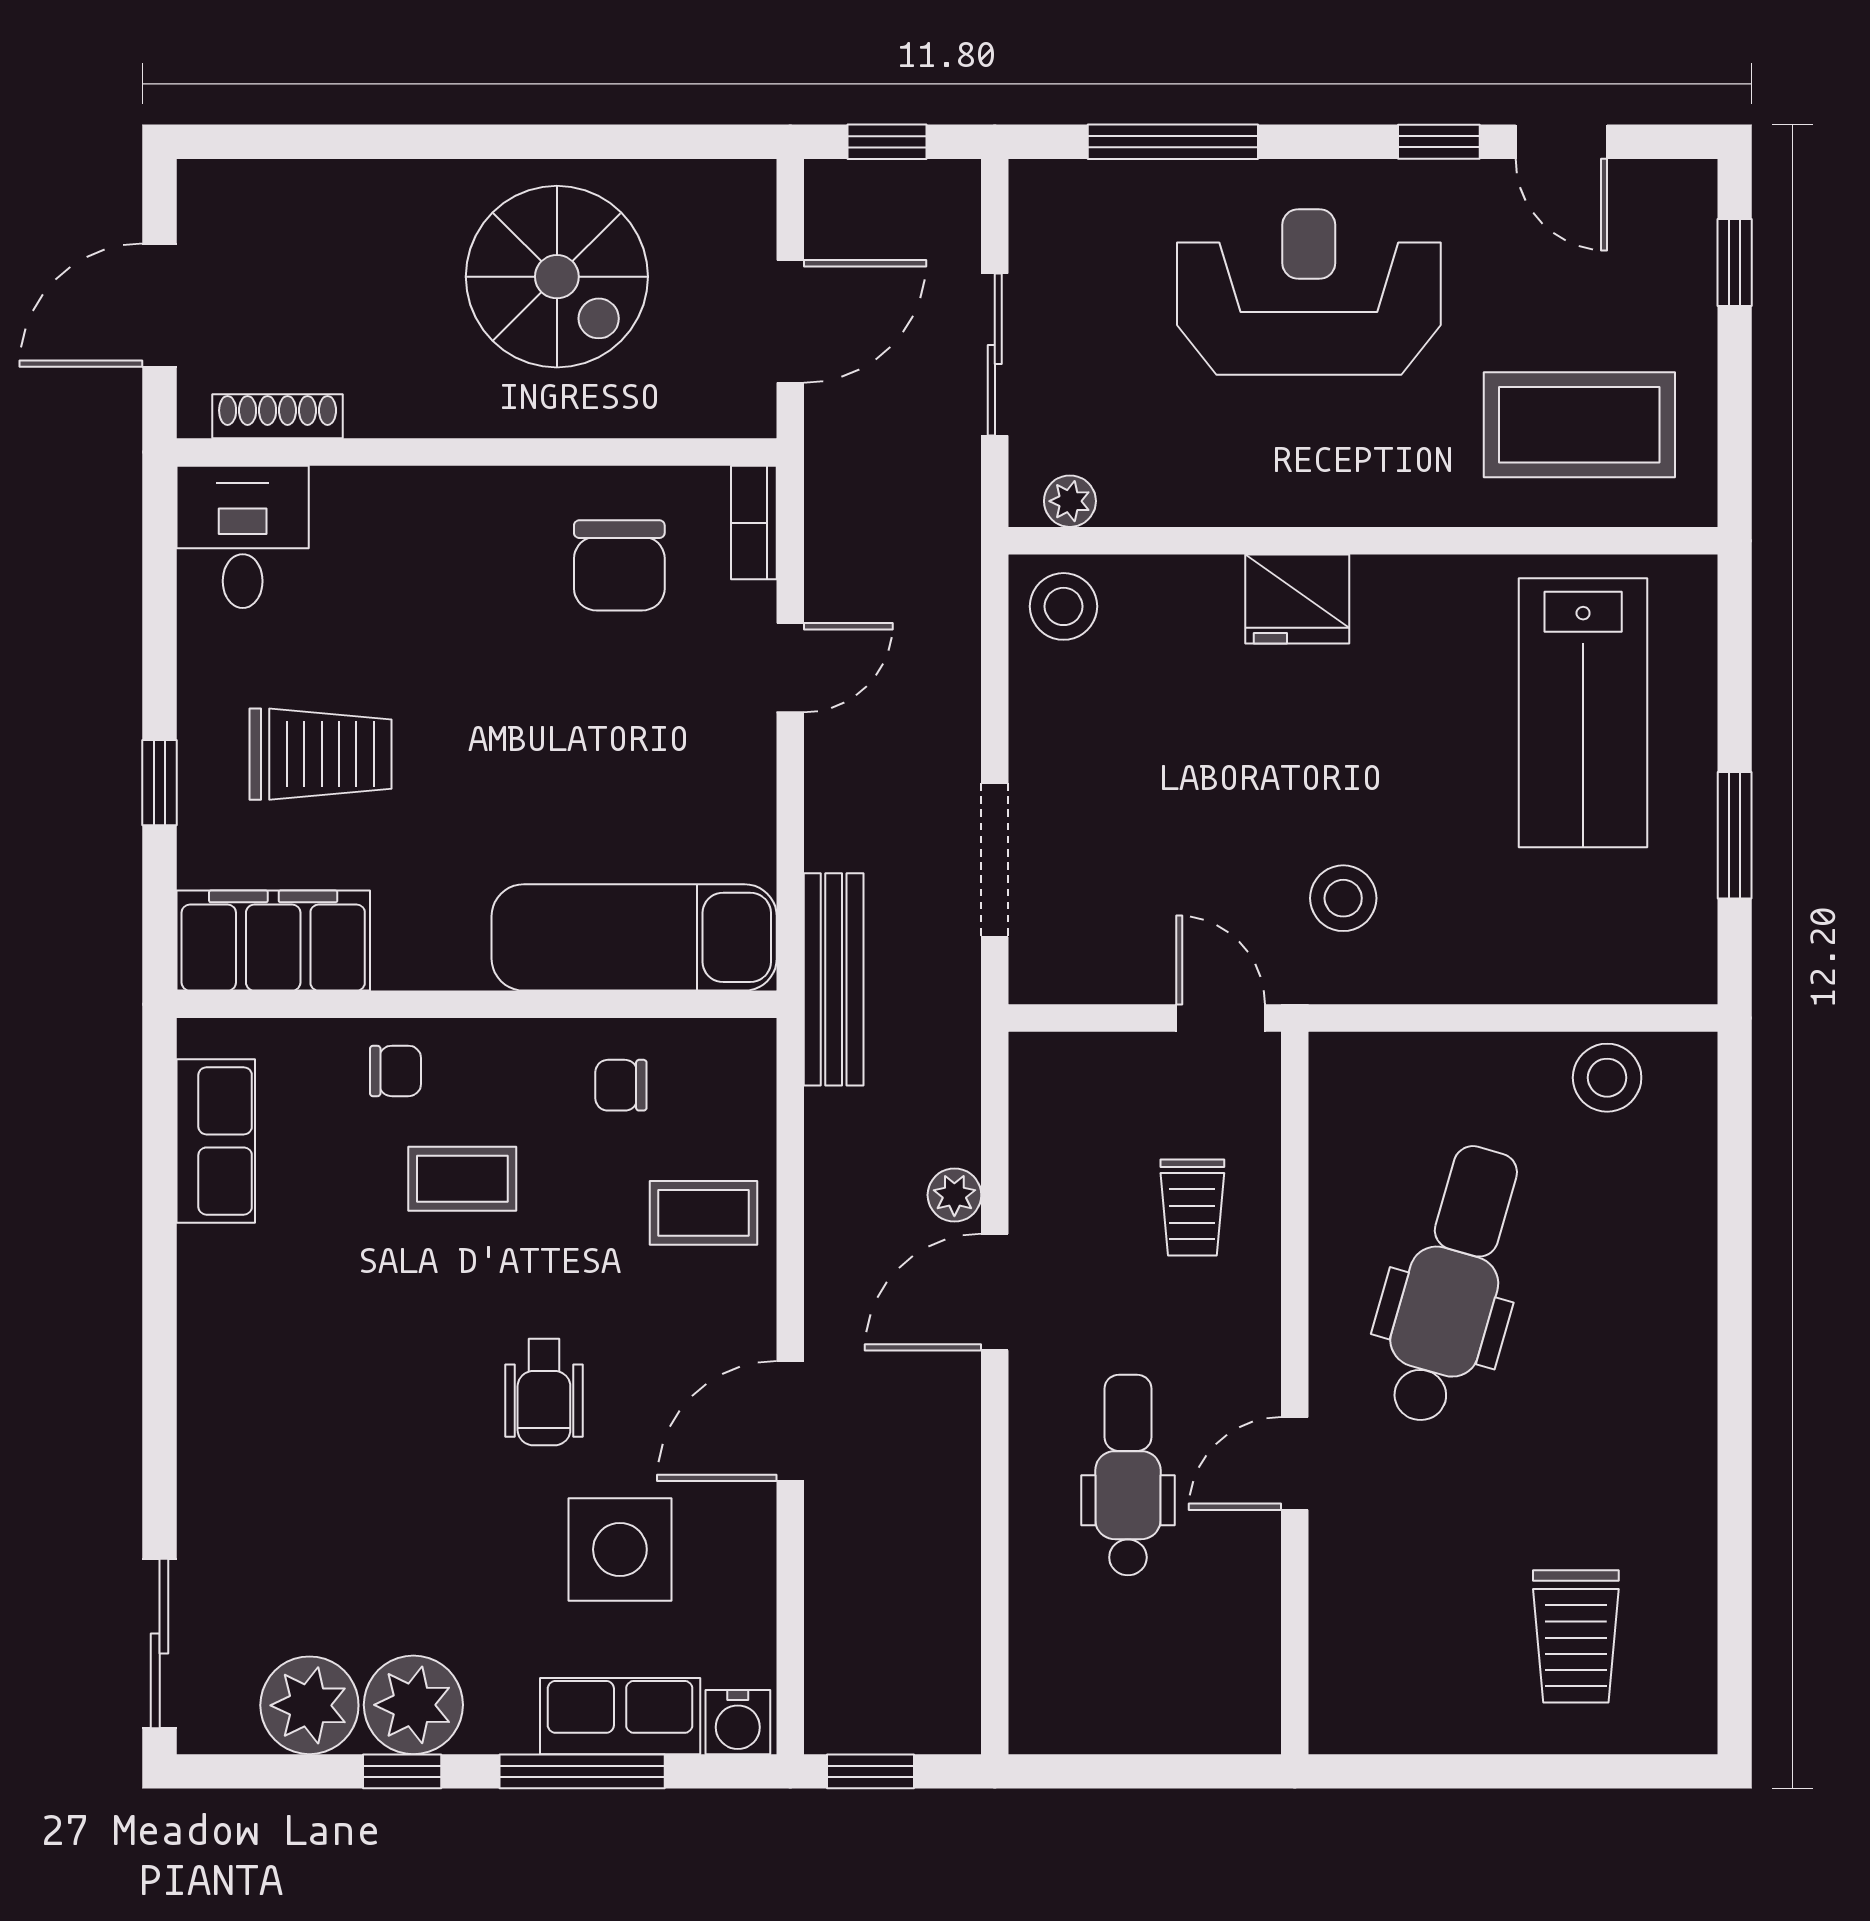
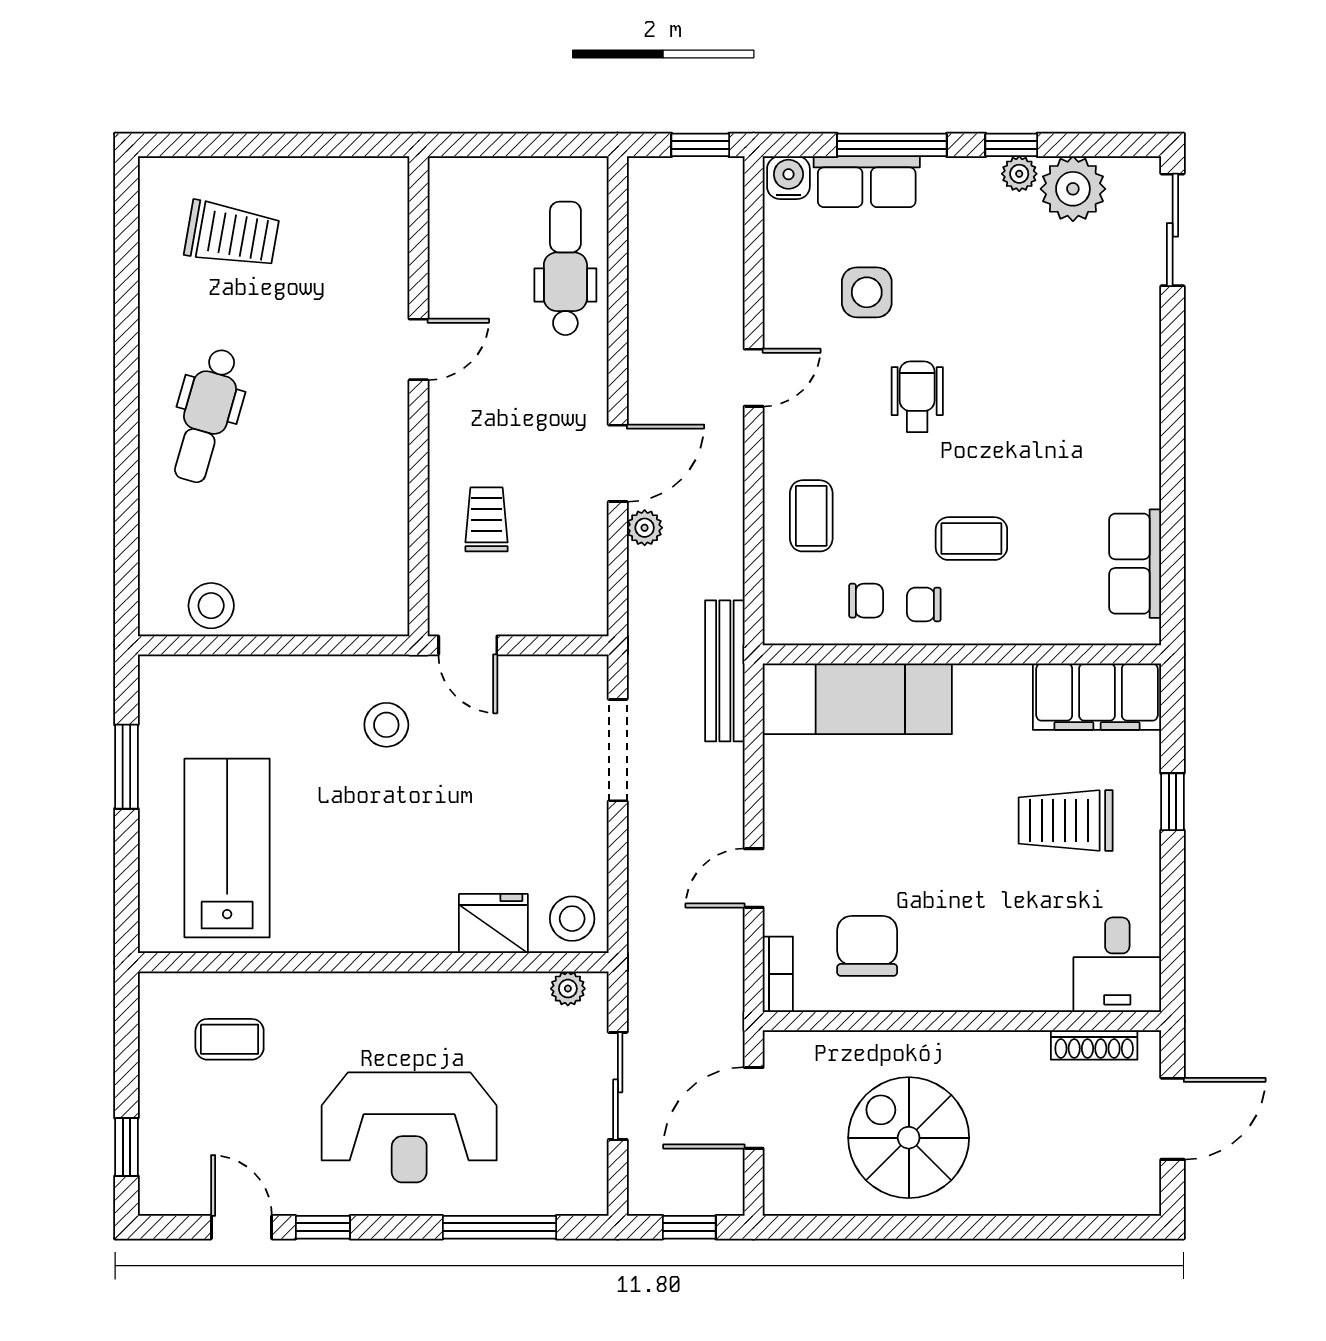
coffee table: (1579, 425) -> (230, 1039), width x0.54, depth x0.58
fridge: (1297, 599) -> (493, 924), moved
chair: (396, 1071) -> (924, 604), moved
coffee table: (704, 1213) -> (811, 516), turned 90
dental chair: (1452, 1285) -> (206, 416), moved, width x0.73, depth x0.72
door: (790, 1421) -> (754, 378), width x0.73
dental chair: (1128, 1475) -> (565, 268), moved, turned 180
side table: (620, 1549) -> (867, 292), width x0.73, depth x0.73
trolley: (1576, 1636) -> (232, 235), turned 100
plant: (413, 1705) -> (1019, 174), width x0.53, depth x0.53

